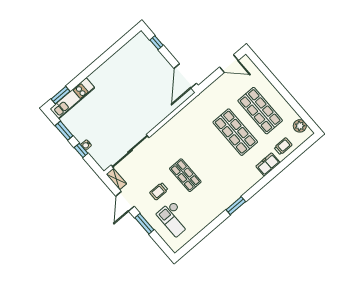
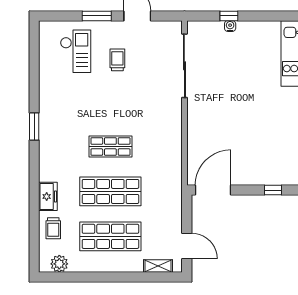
door: (229, 64) -> (187, 246), swing flipped
door: (185, 76) -> (213, 190), hinge flipped
window: (64, 131) -> (264, 16), removed
shop shelf: (185, 175) -> (110, 147), moved
shelving: (116, 179) -> (158, 266), moved
checkout: (174, 219) -> (76, 51), turned 90

